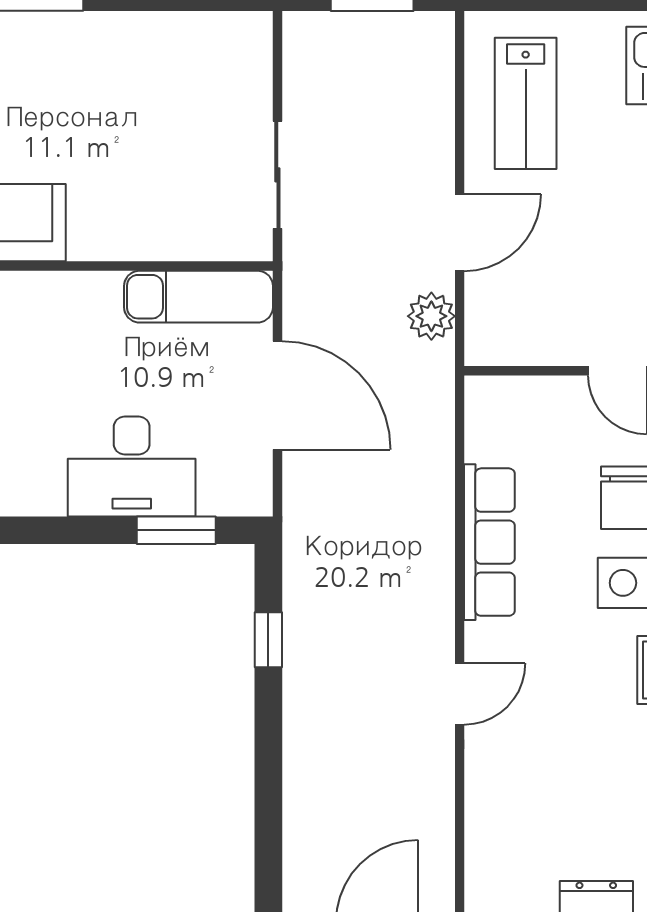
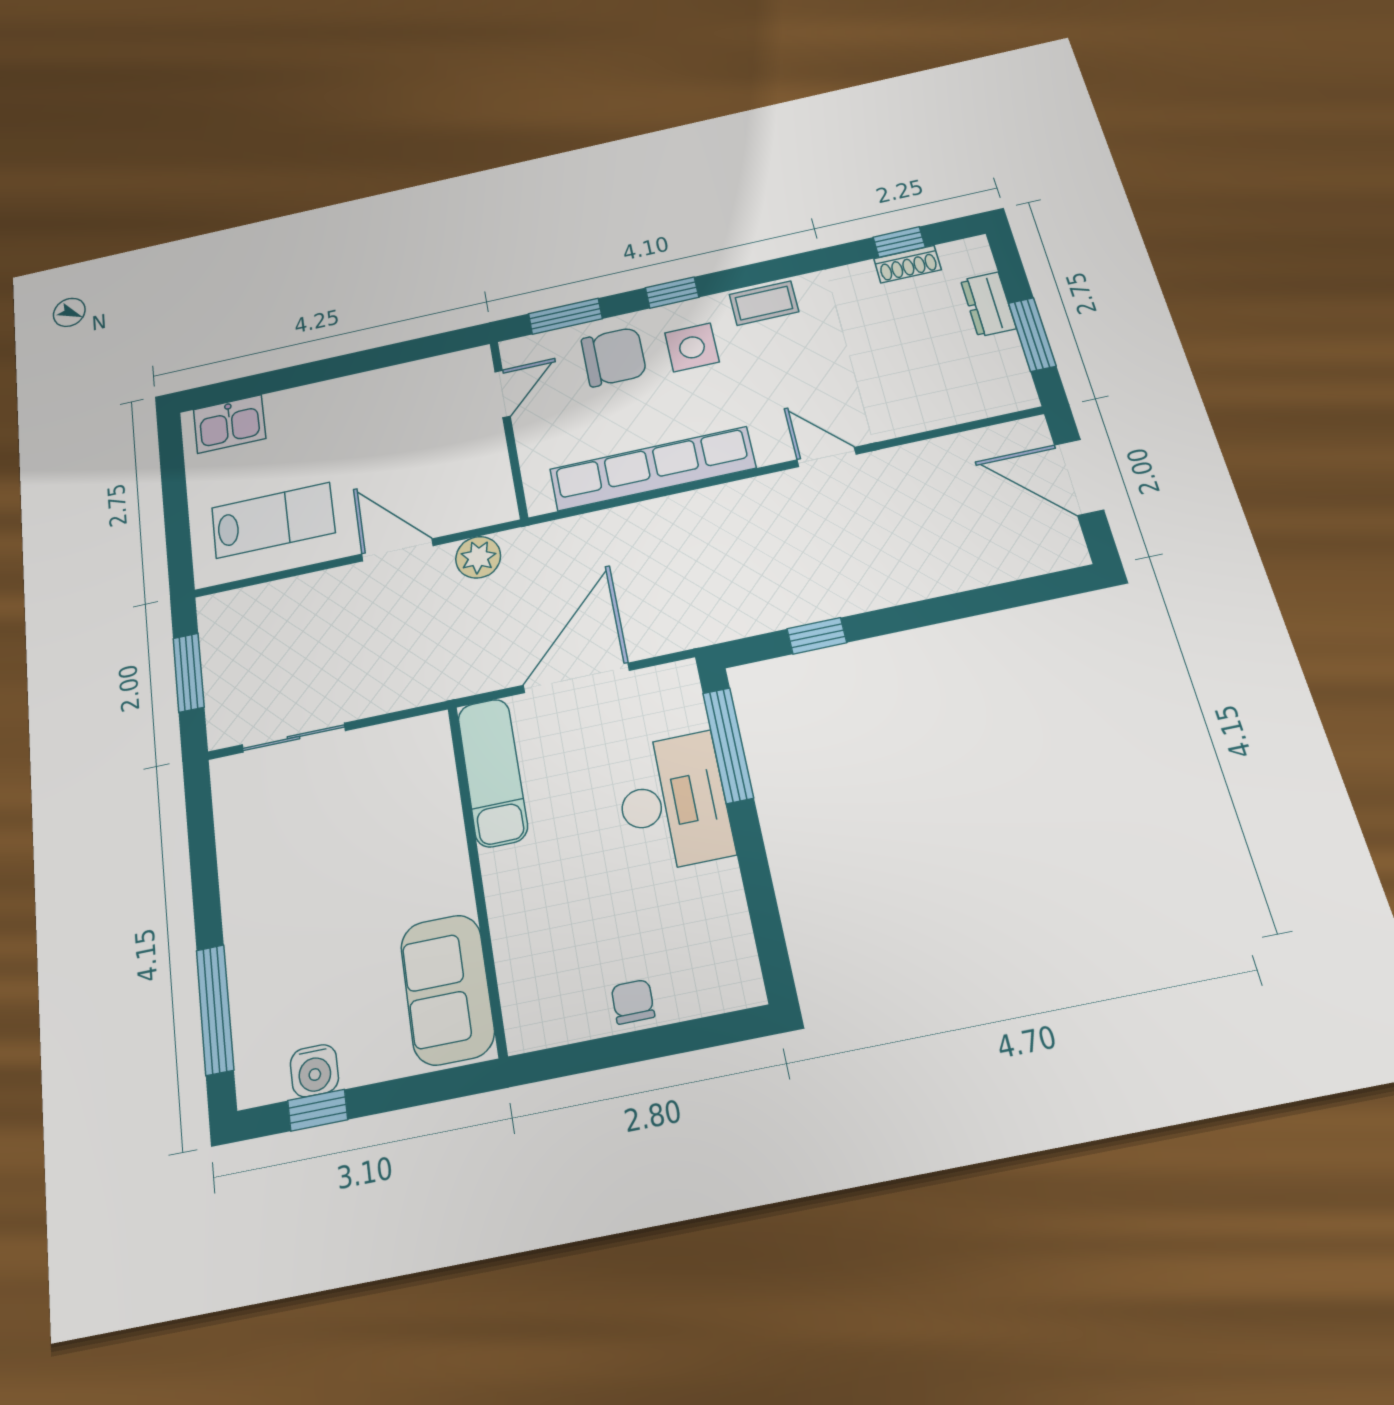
sliding door: (277, 175) -> (294, 738), moved
window: (176, 530) -> (728, 745), width x1.44
row of seats: (489, 542) -> (652, 469), width x1.36

